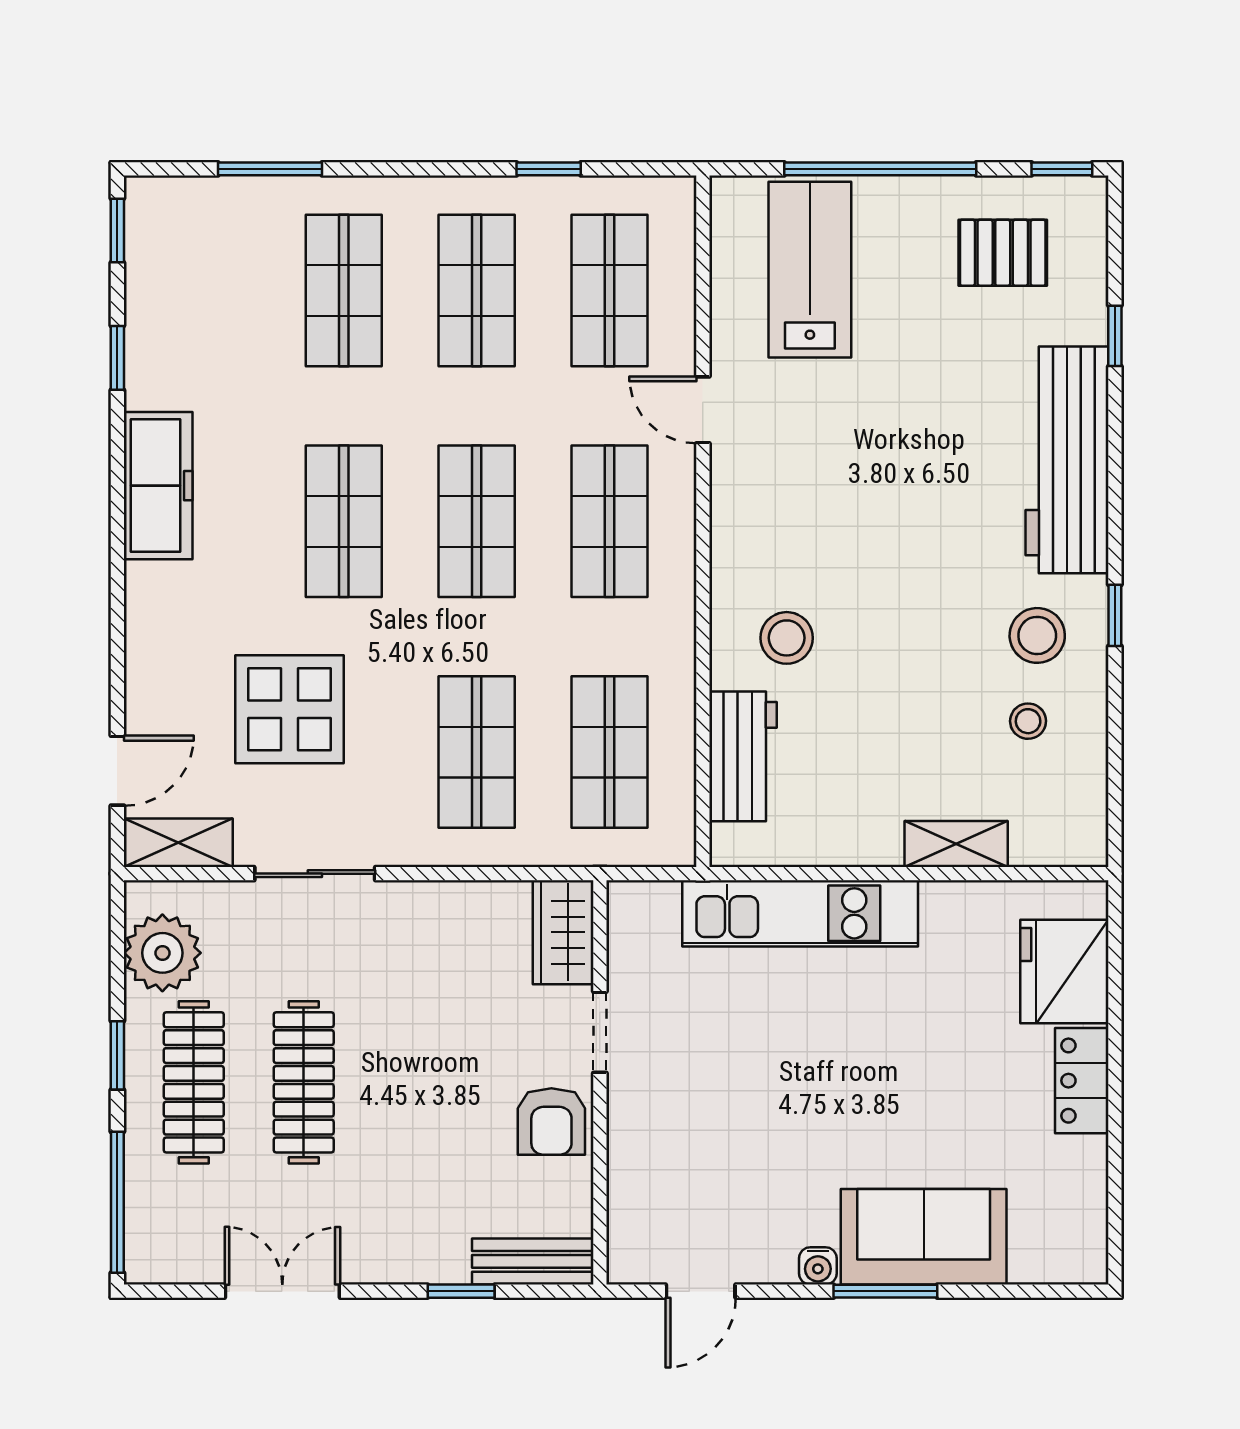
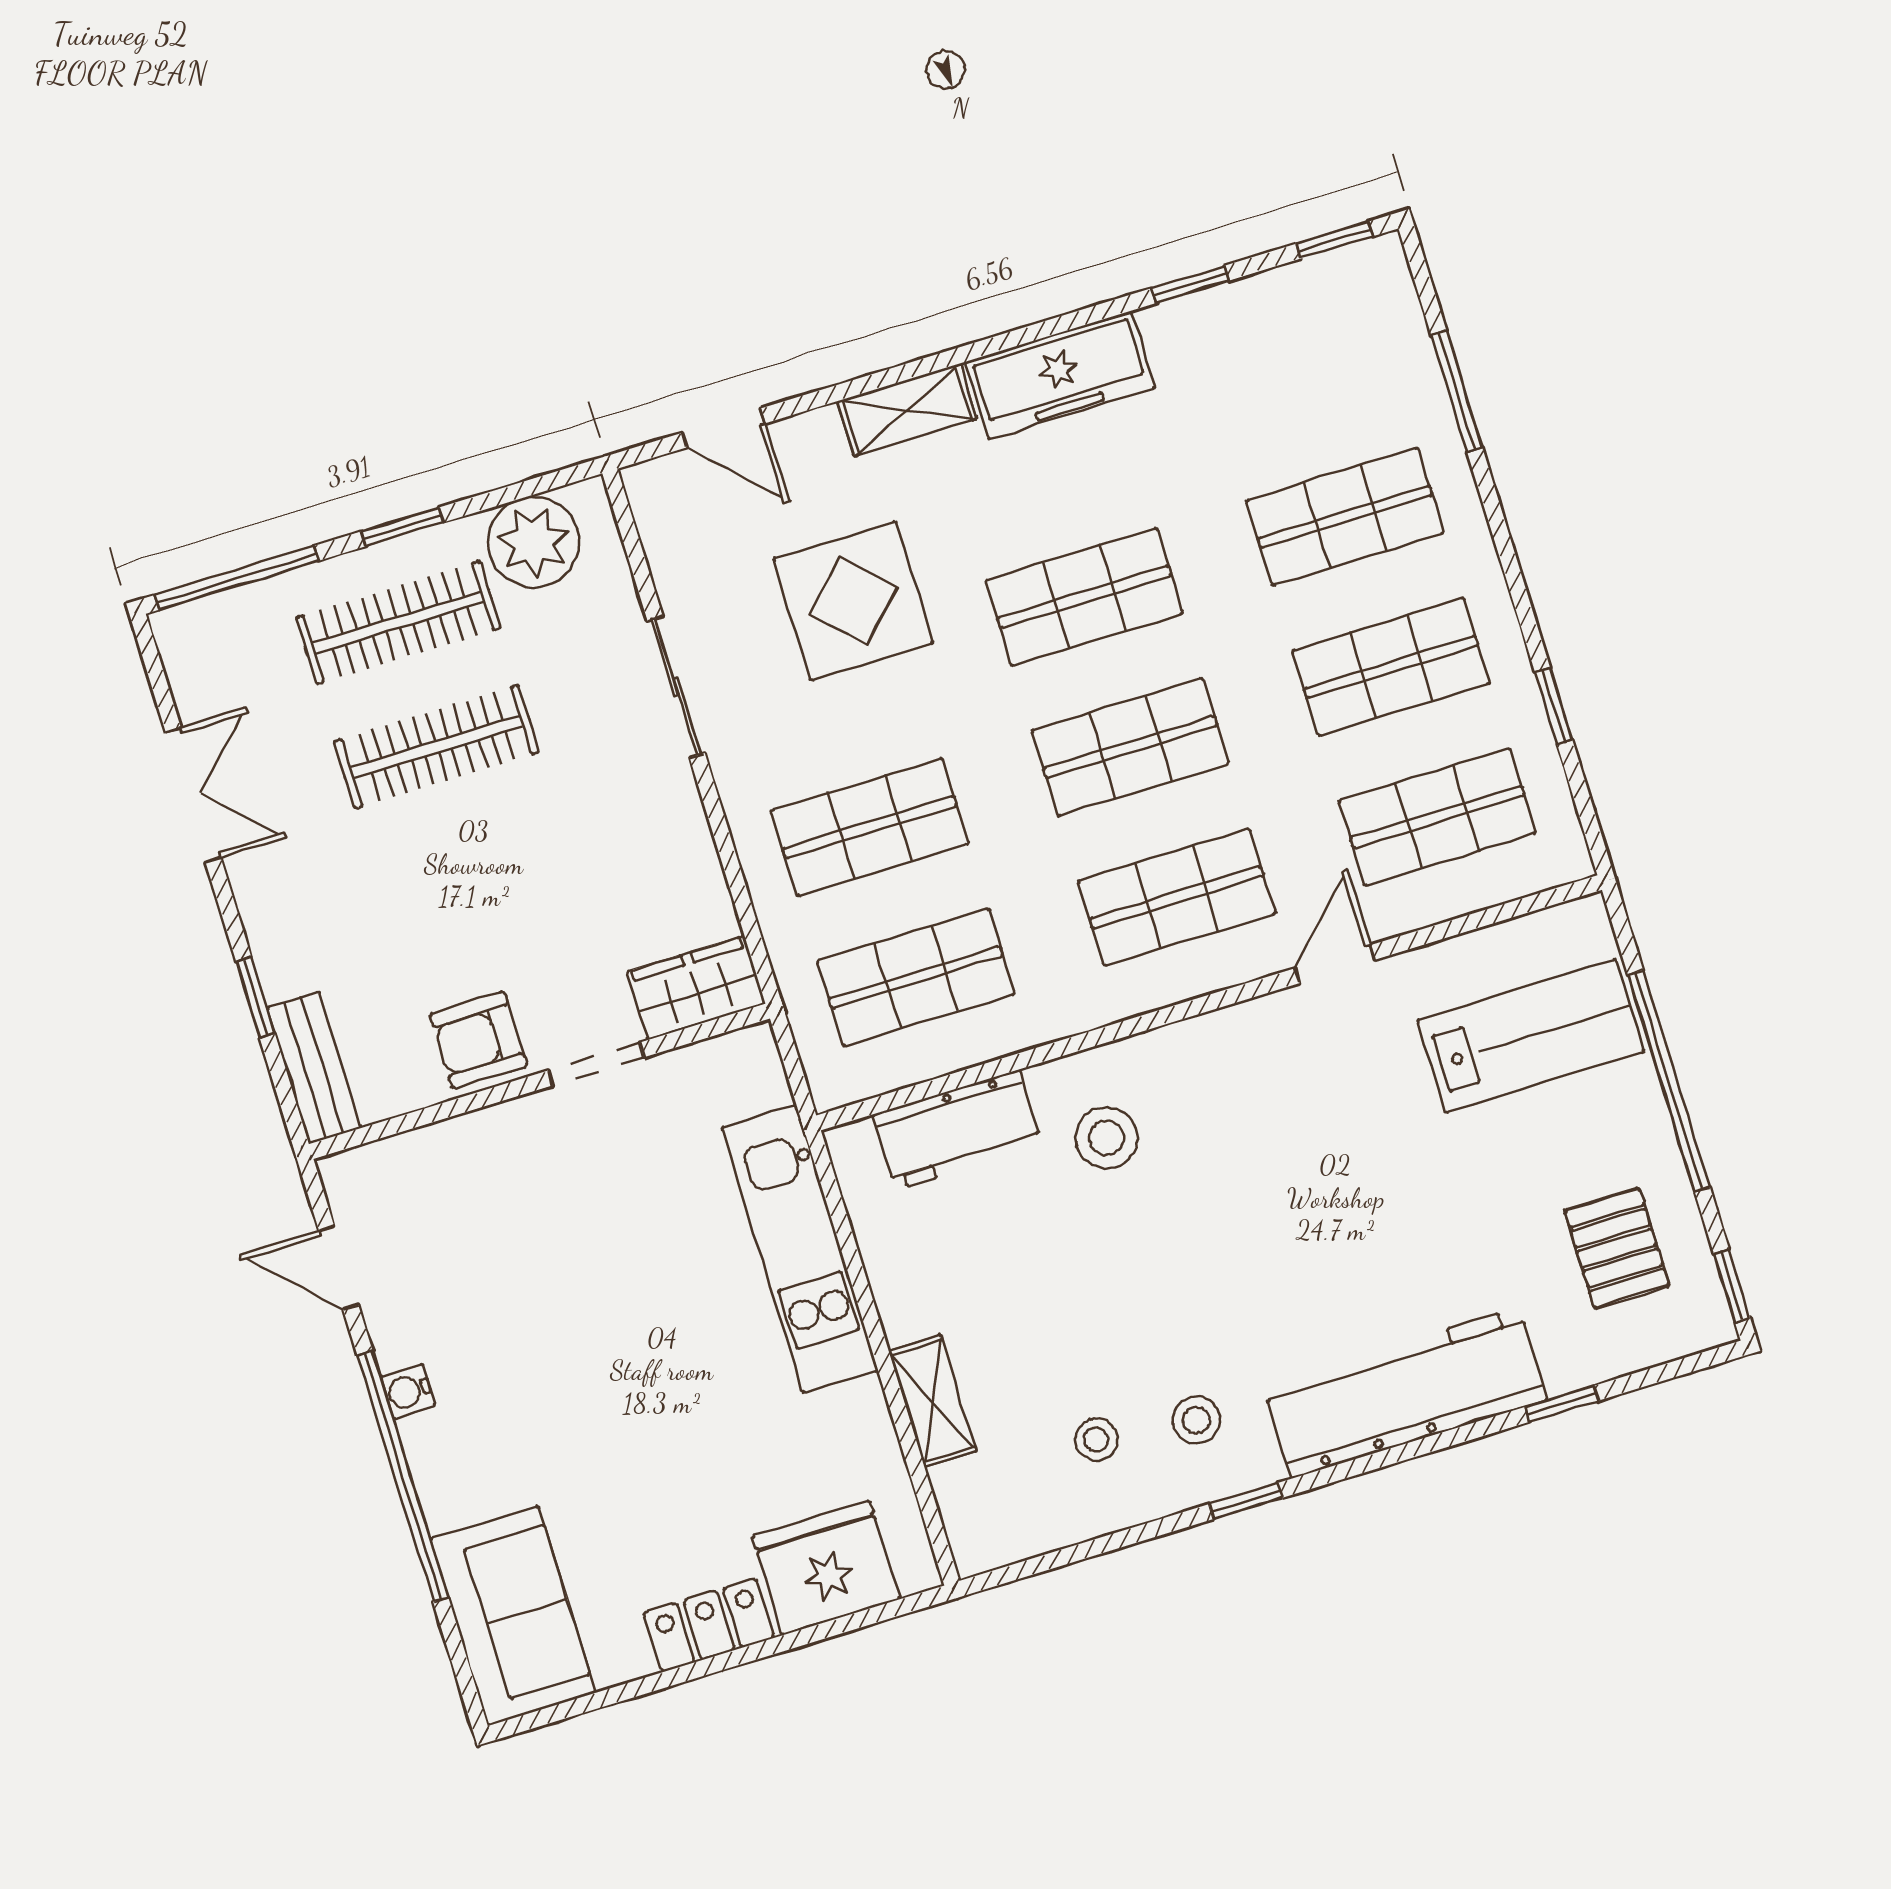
stool: (1037, 635) -> (1196, 1420), width x0.73, depth x0.73
shelving: (178, 843) -> (907, 410), moved, turned 90
sofa: (924, 1237) -> (513, 1616), moved
window: (885, 1291) -> (403, 1476), width x2.11

